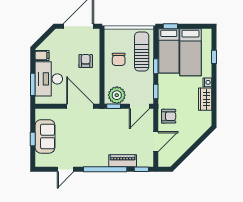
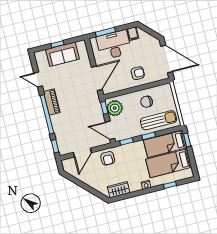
wardrobe: (205, 99) -> (119, 190), moved
door: (156, 142) -> (82, 153), hinge flipped
piano: (123, 161) -> (52, 102), moved

